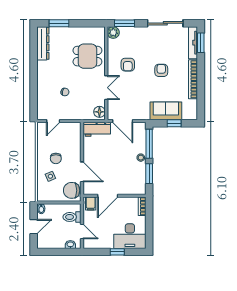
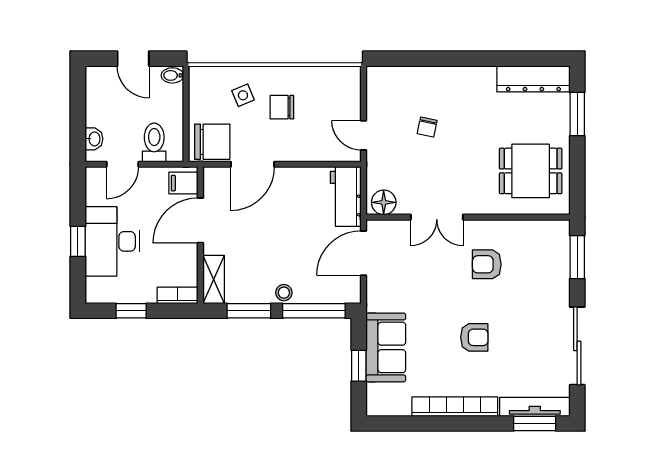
plant: (113, 32) -> (557, 232), removed
dining table: (87, 56) -> (531, 171), moved, turned 90
door: (53, 121) -> (364, 135), moved
chair: (72, 190) -> (212, 142), turned 90
shelving: (135, 190) -> (214, 279), added
door: (108, 196) -> (200, 220), hinge flipped
window: (149, 227) -> (131, 311), added
desk: (130, 236) -> (112, 241), moved

